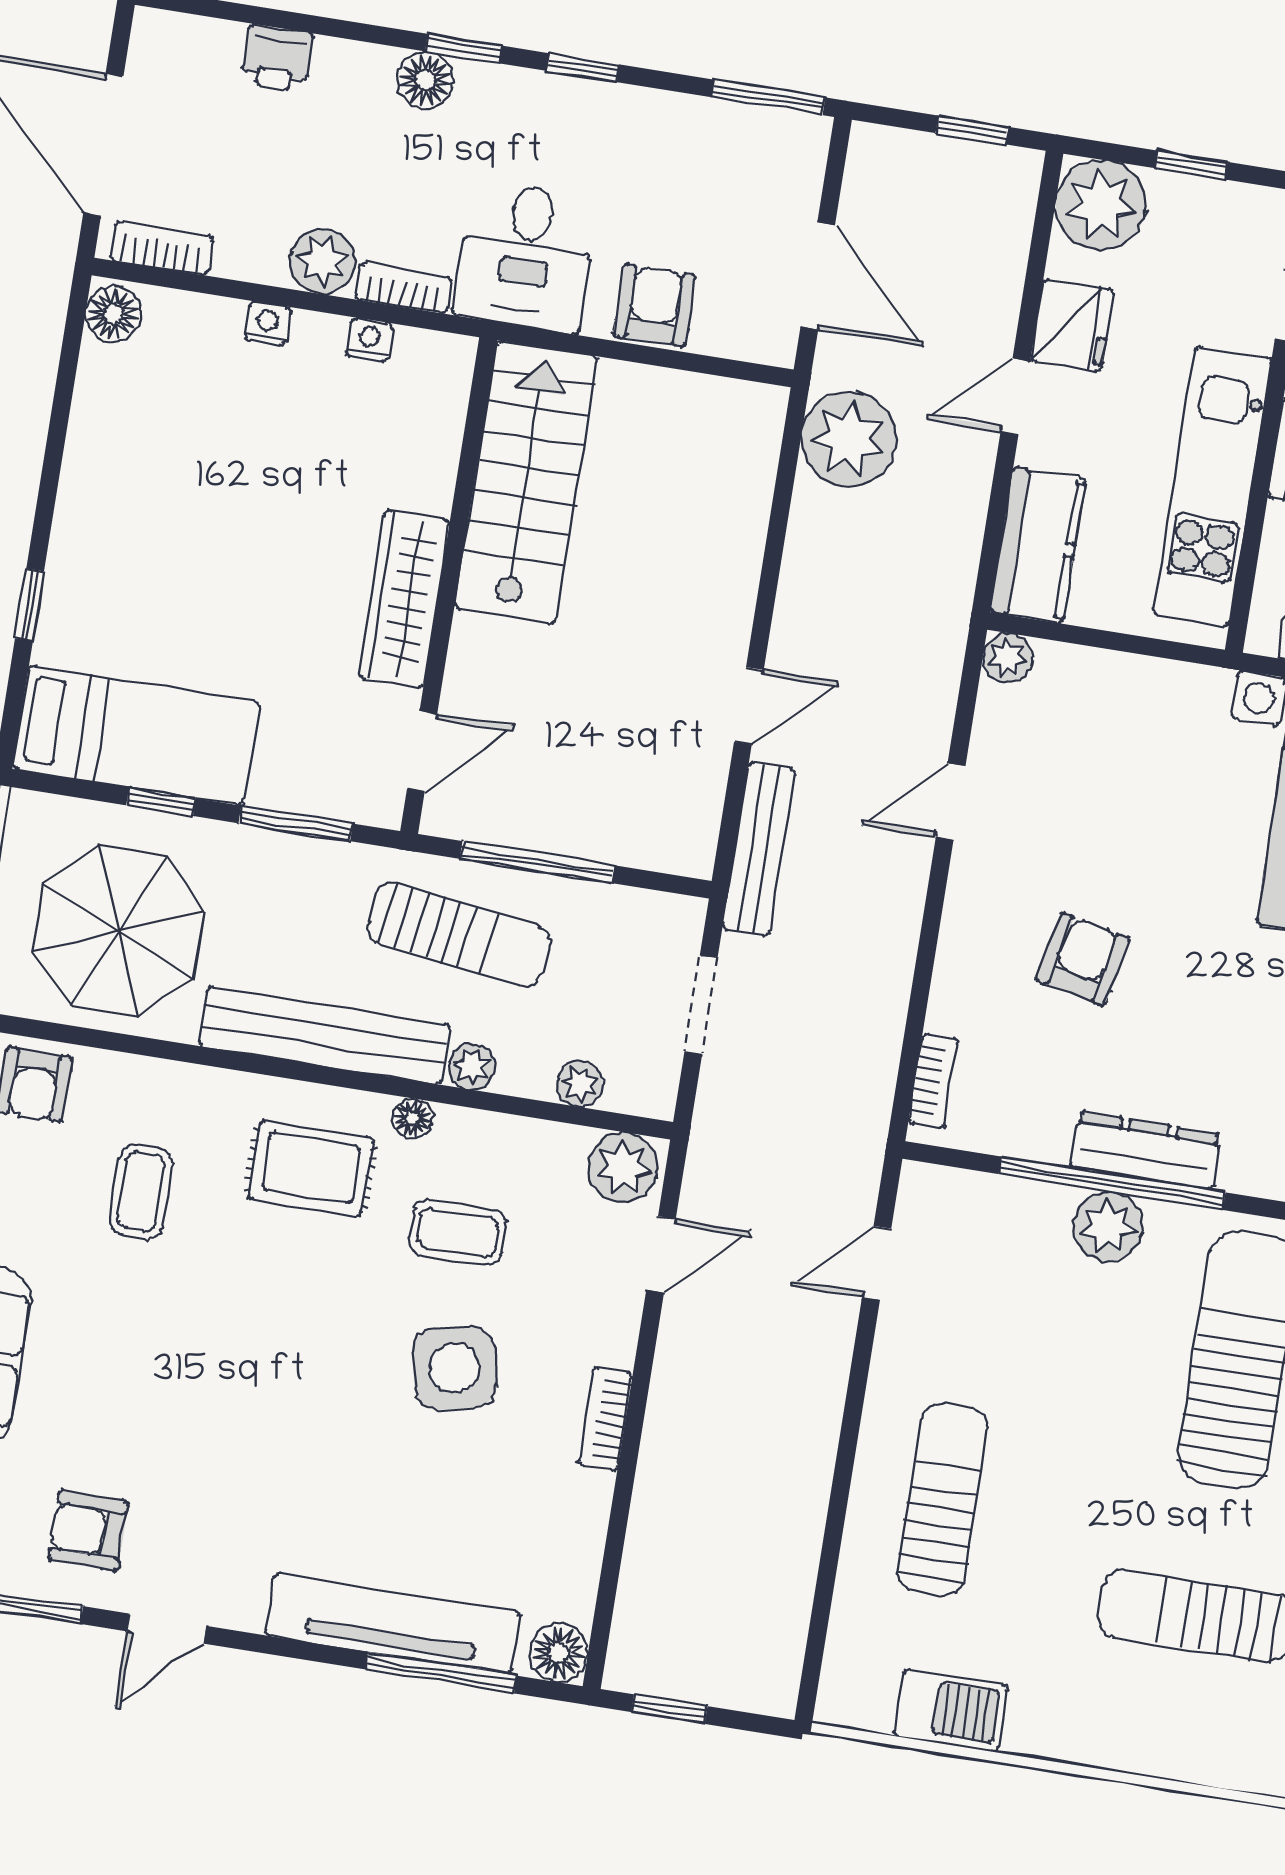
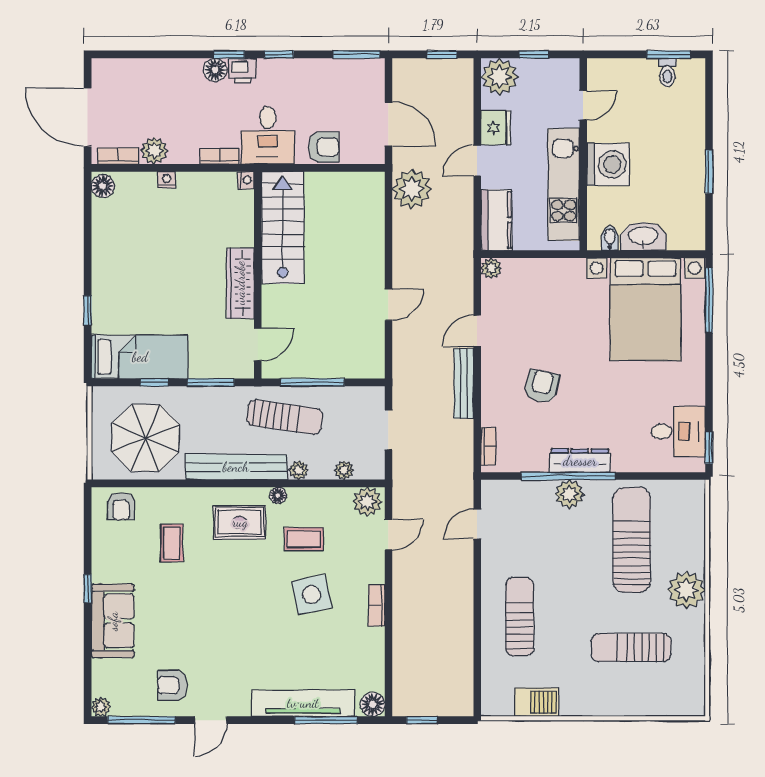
printer: (277, 58) -> (242, 70), moved
plant: (323, 261) -> (154, 151), moved
armchair: (655, 306) -> (324, 147), turned 90
nightstand: (369, 340) -> (246, 180), moved, turned 90
bench: (759, 849) -> (464, 383), moved

